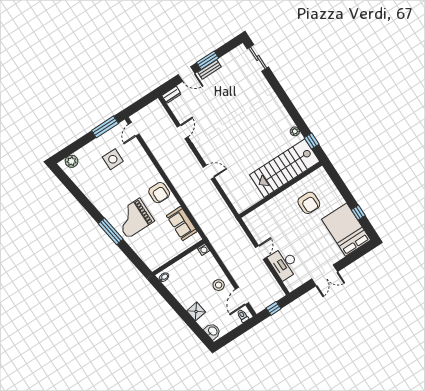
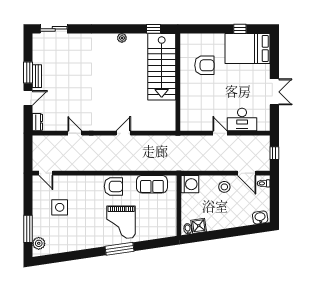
window: (105, 127) -> (28, 229), moved
plant: (295, 131) -> (122, 38), moved
washing machine: (204, 249) -> (190, 184), width x1.89, depth x1.89
shower: (196, 311) -> (199, 226), moved

